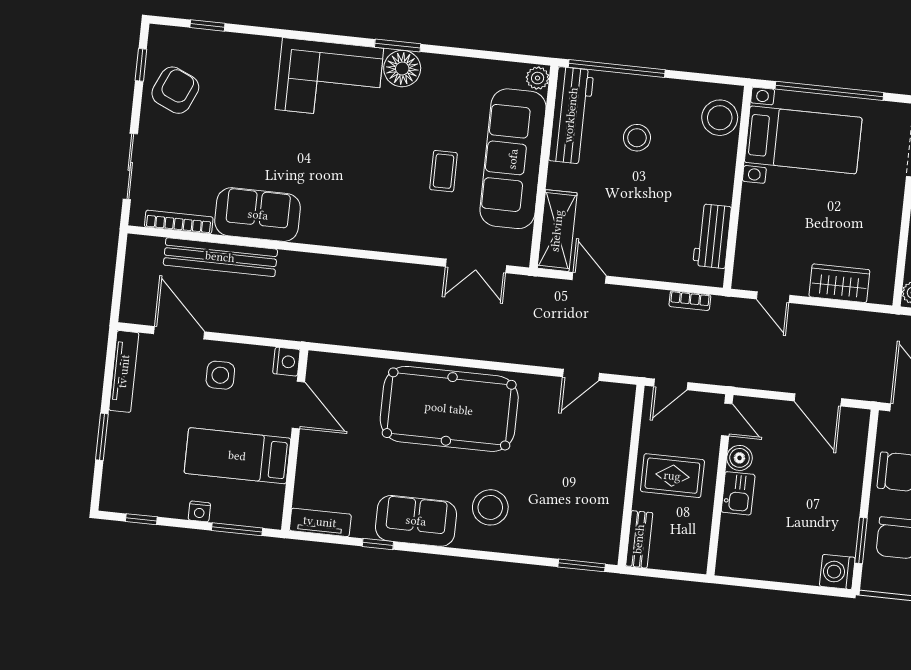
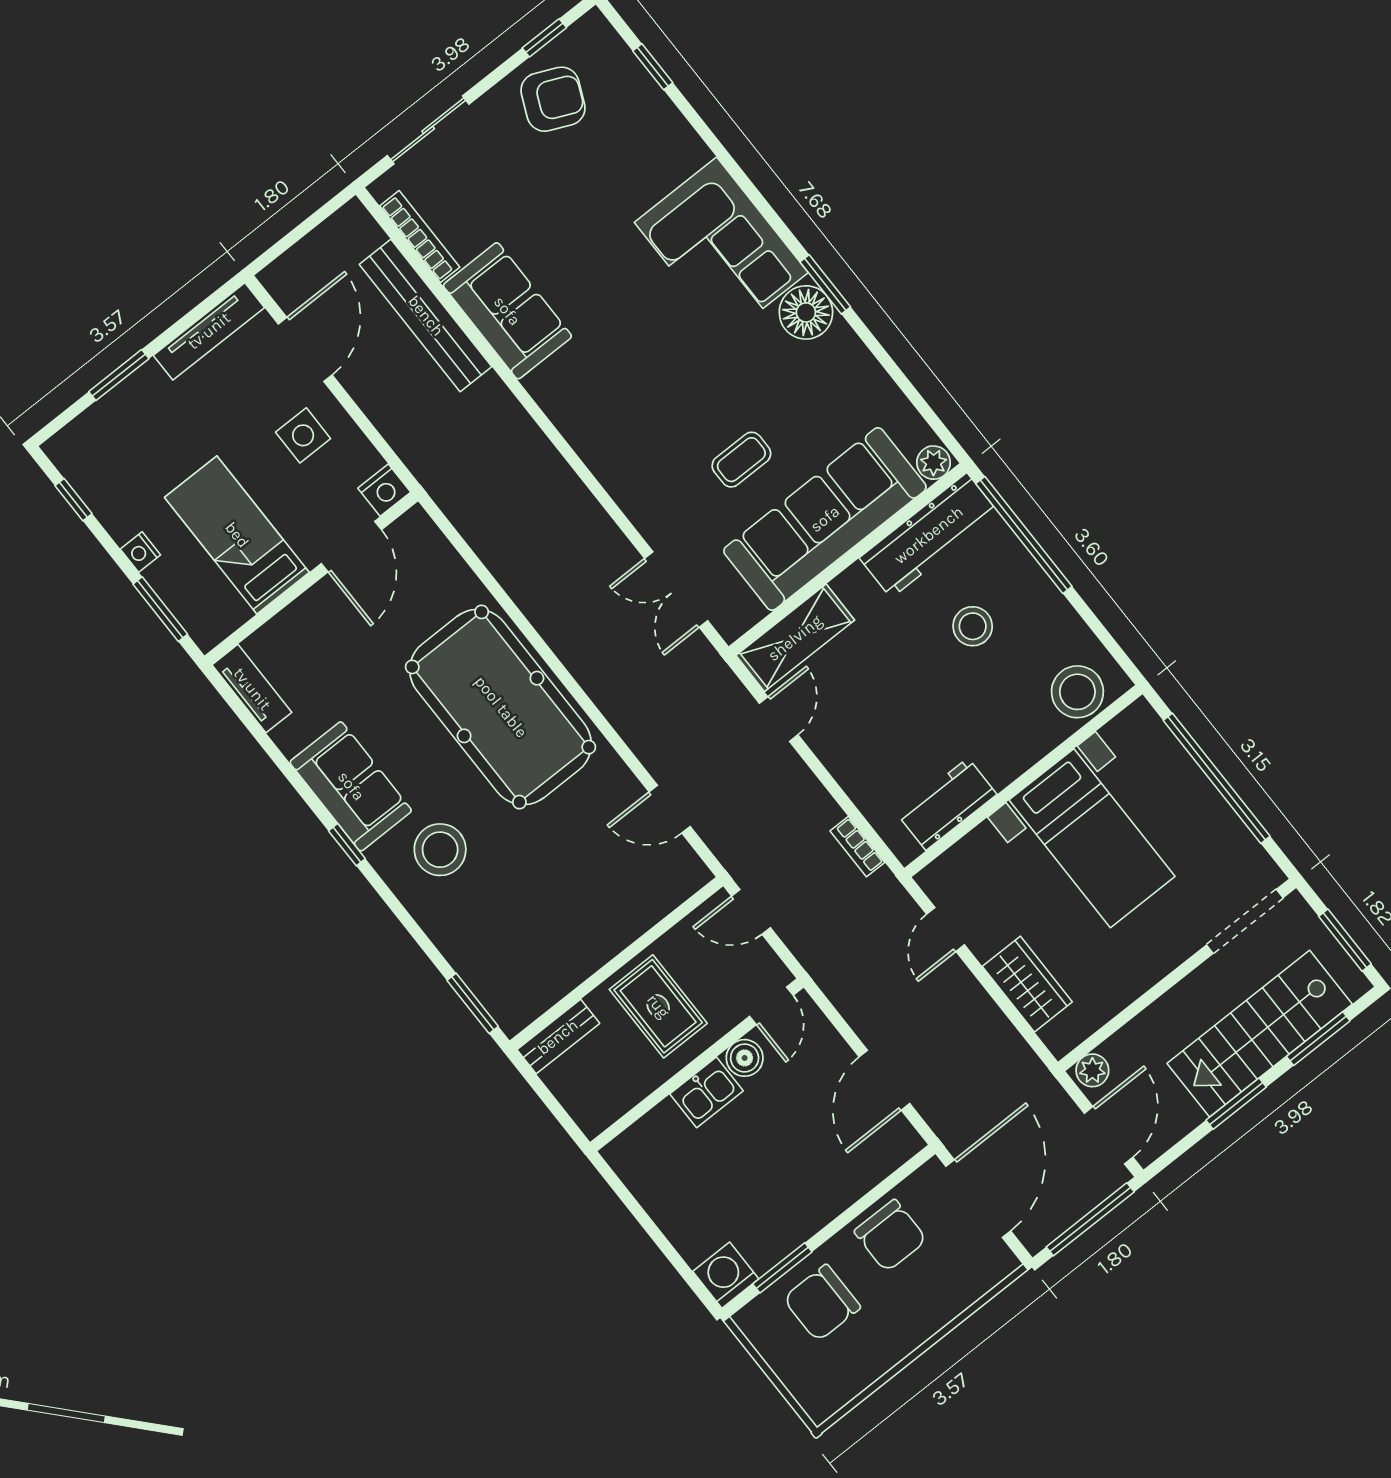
bed with nightstands: (803, 140) -> (1092, 838), moved
window: (378, 544) -> (347, 845), moved

